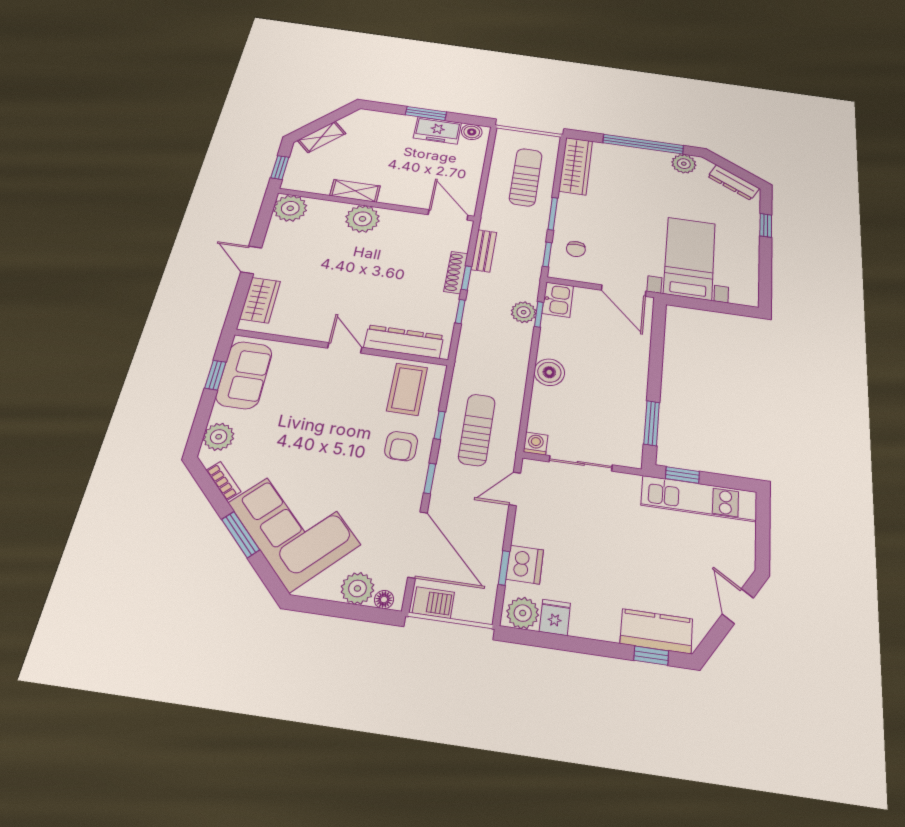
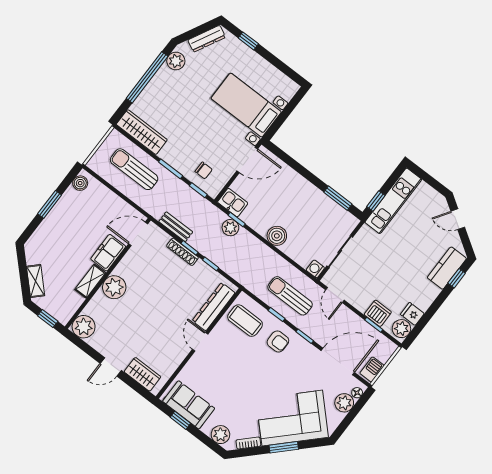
freezer: (437, 130) -> (108, 253), moved, turned 180
door: (345, 348) -> (200, 342), hinge flipped

